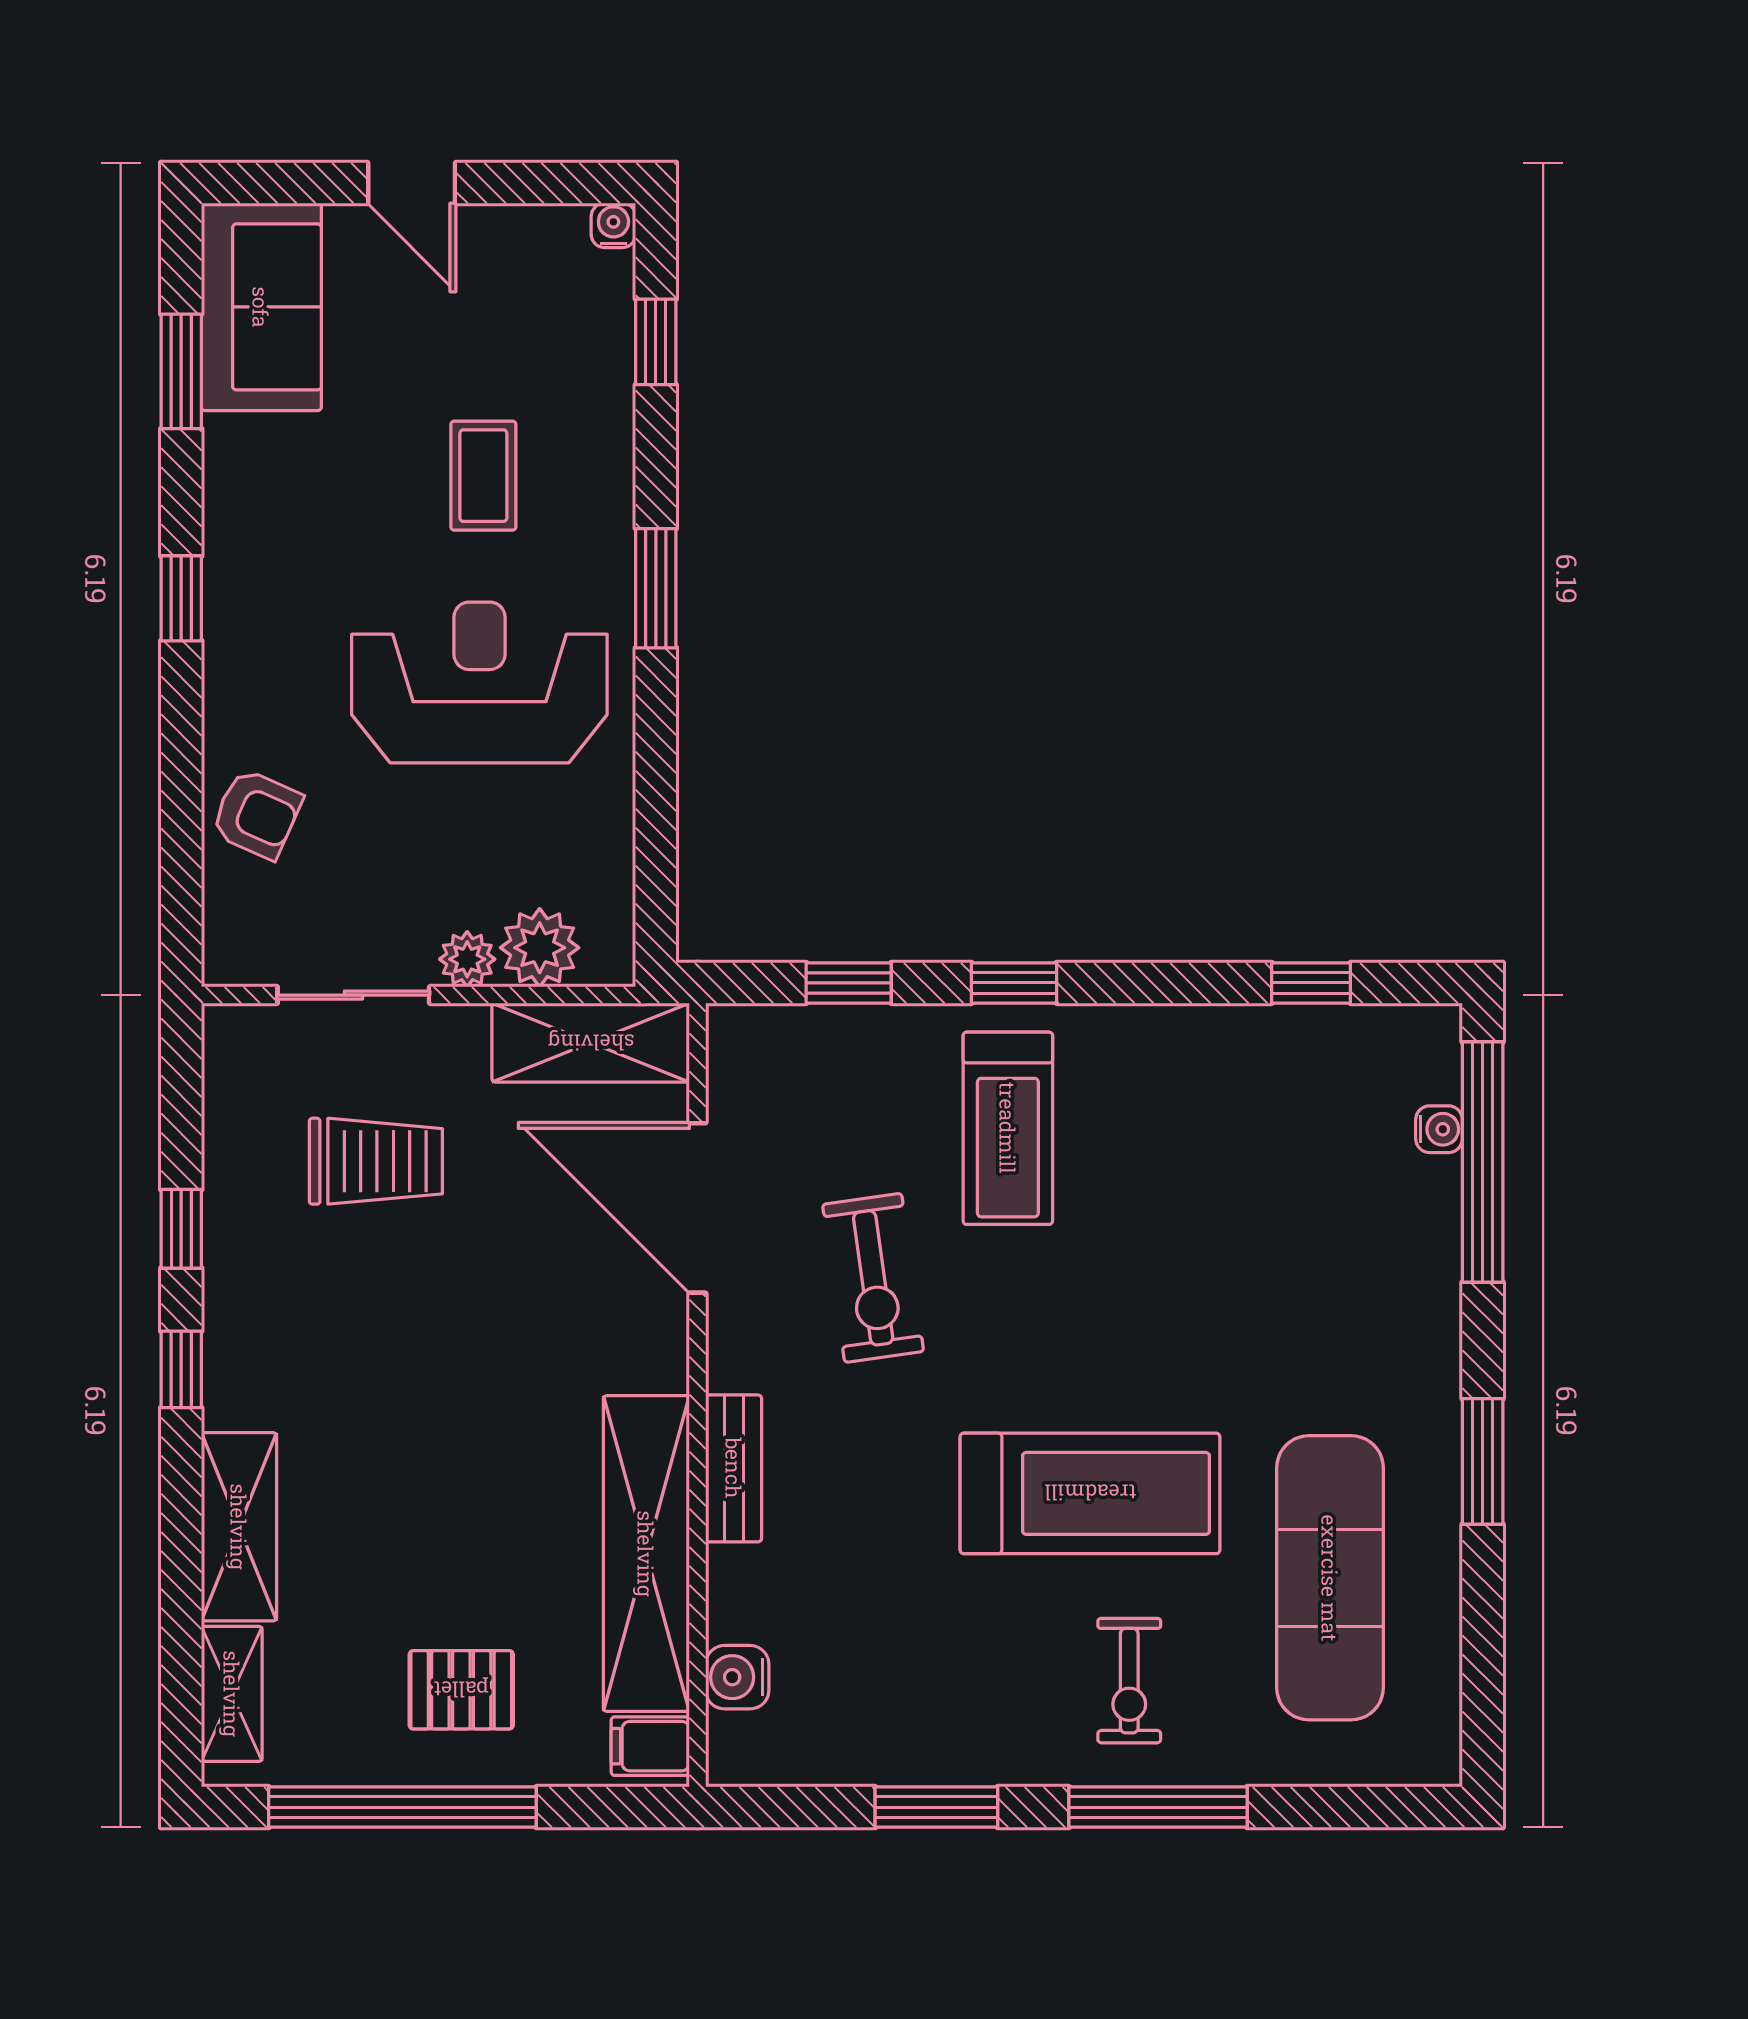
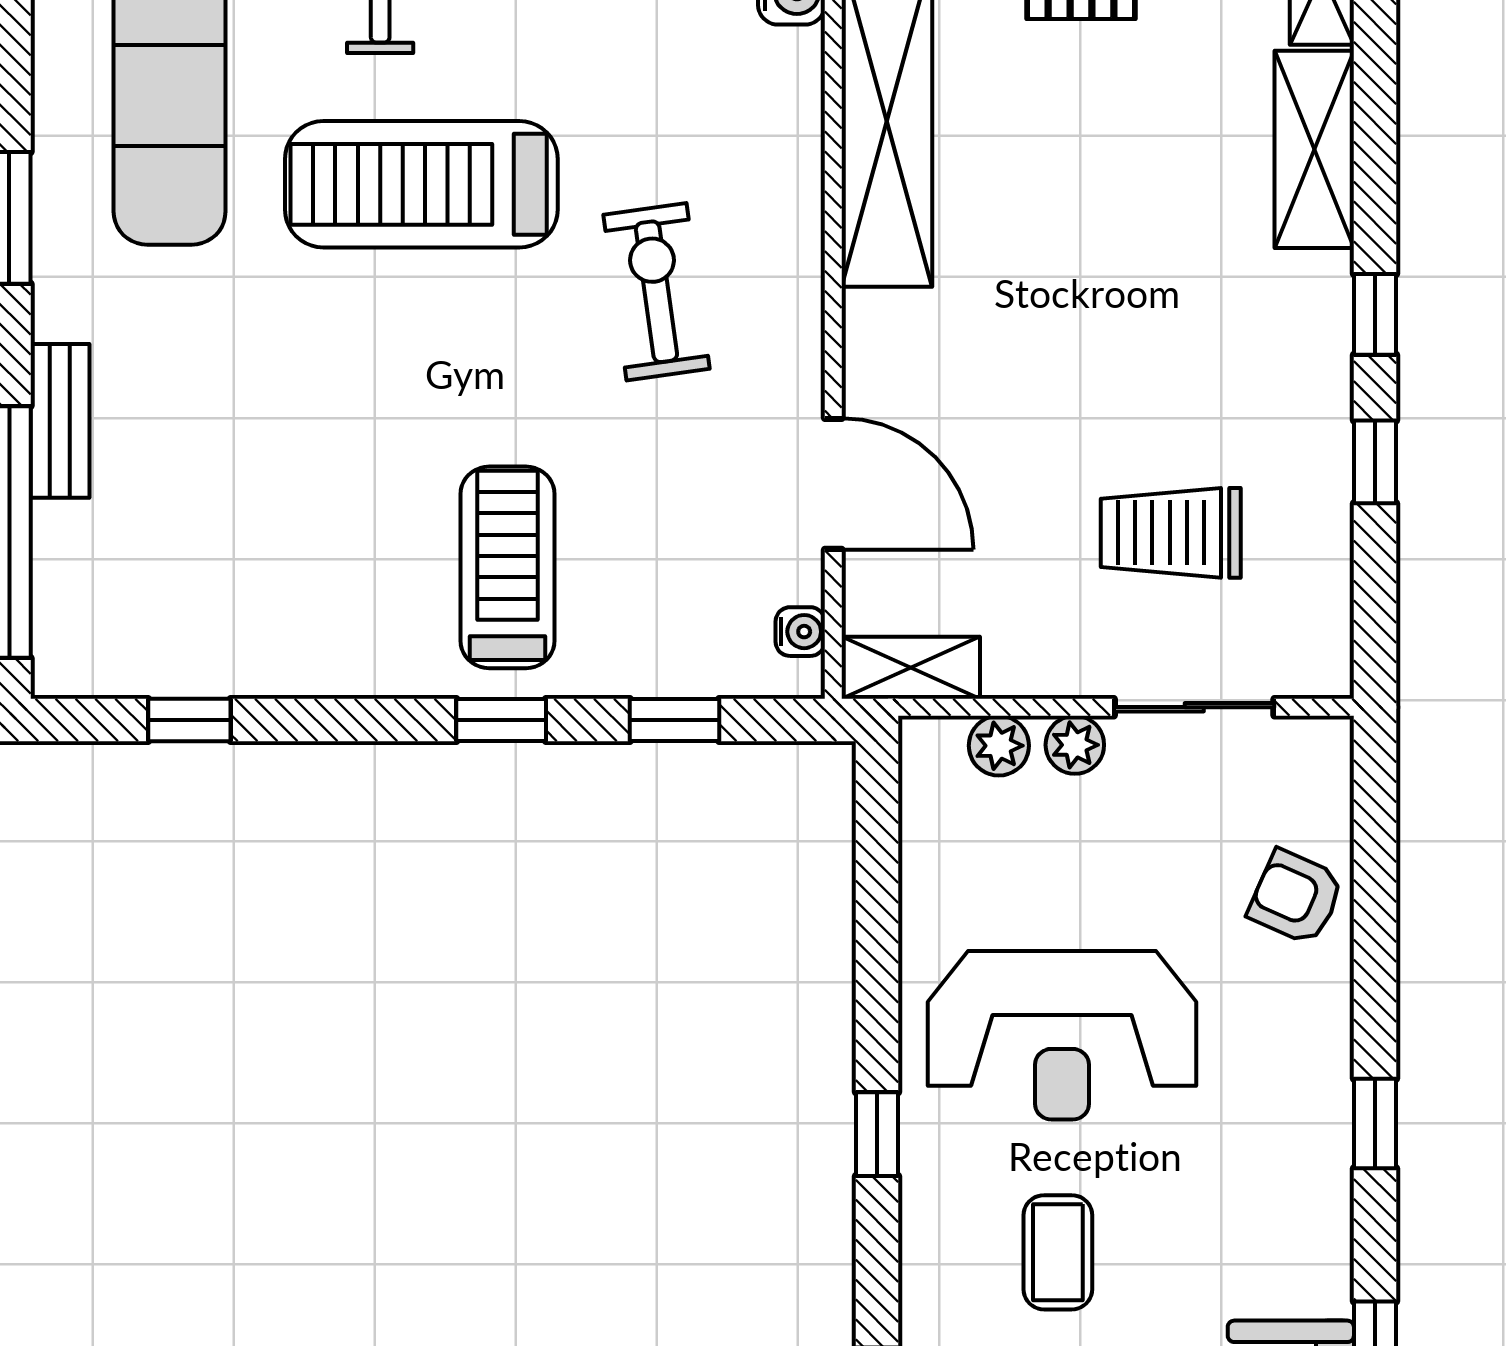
window: (656, 588) -> (877, 1134), width x0.67
plant: (540, 948) -> (999, 746), width x0.73, depth x0.73
shelving: (591, 1043) -> (911, 668), width x0.67, depth x0.75
water cooler: (1439, 1129) -> (800, 632), moved, turned 180
door: (697, 1208) -> (833, 484), width x0.73
exercise bike: (873, 1278) -> (656, 292), moved
bench: (734, 1468) -> (60, 421), moved

